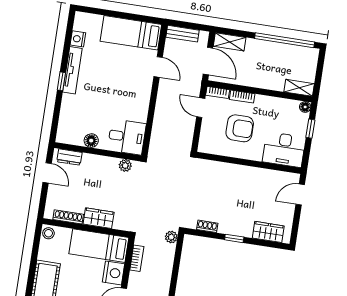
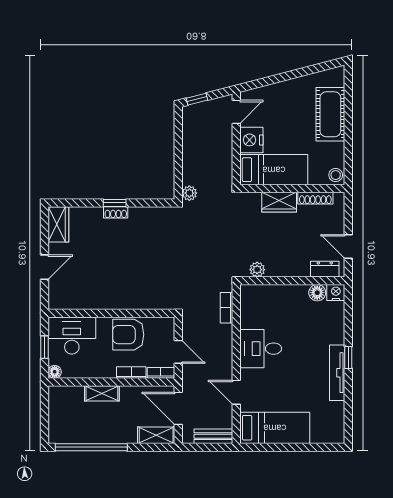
nightstand: (78, 39) -> (336, 293), moved, turned -90
shelving: (299, 88) -> (102, 393), moved
desk: (127, 137) -> (261, 349), moved
floor lamp: (91, 141) -> (317, 293), moved
desk: (284, 150) -> (72, 336), moved
wall: (249, 163) -> (111, 313), moved
shoe rack: (207, 226) -> (116, 212), moved
wardrobe: (268, 232) -> (58, 224), moved, turned -90
bookcase: (137, 258) -> (226, 308), moved

